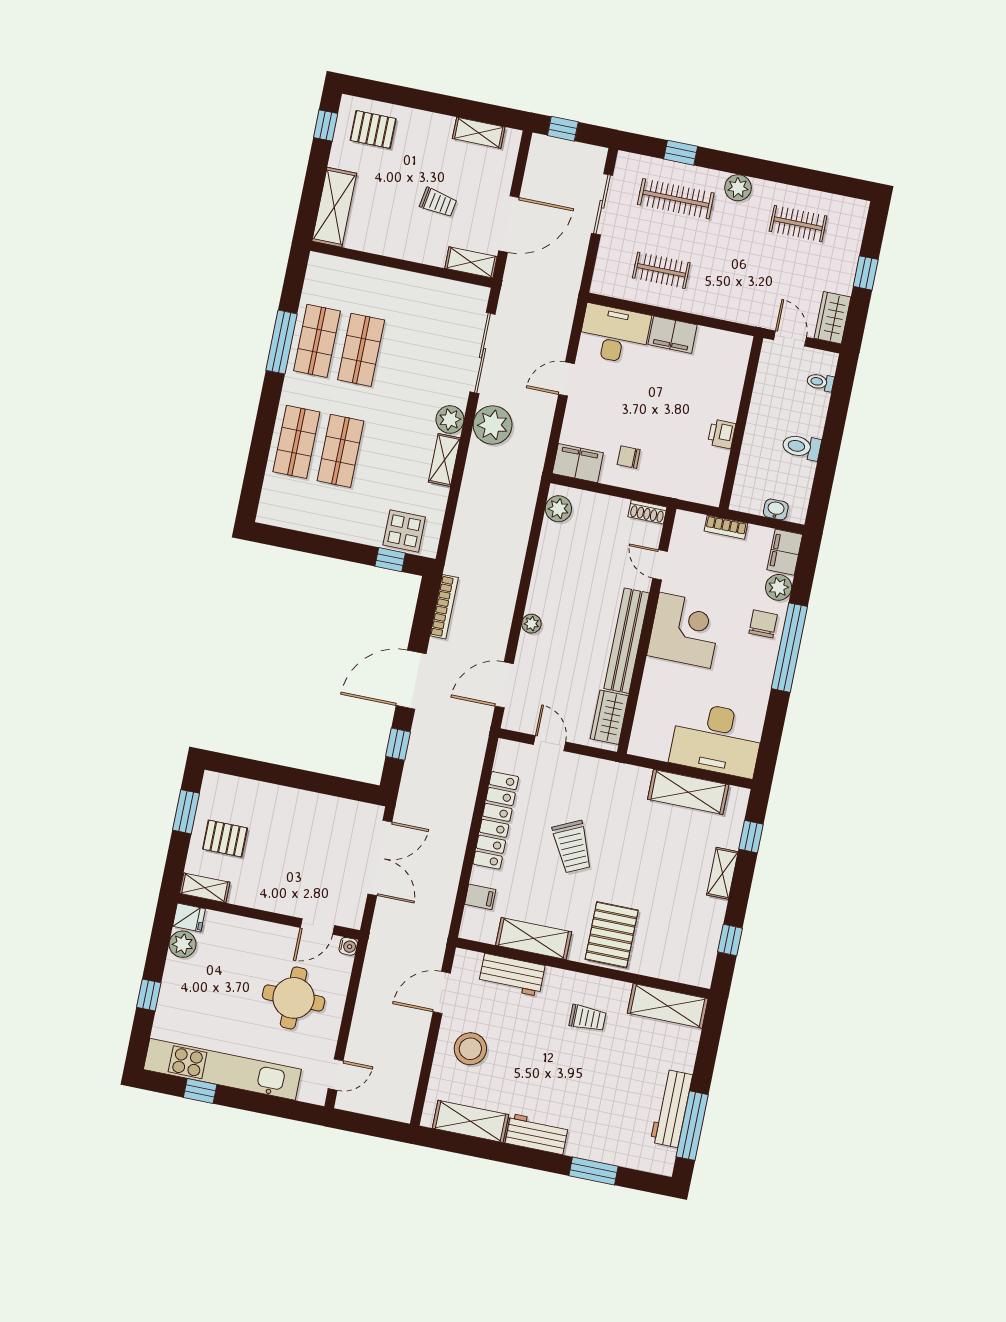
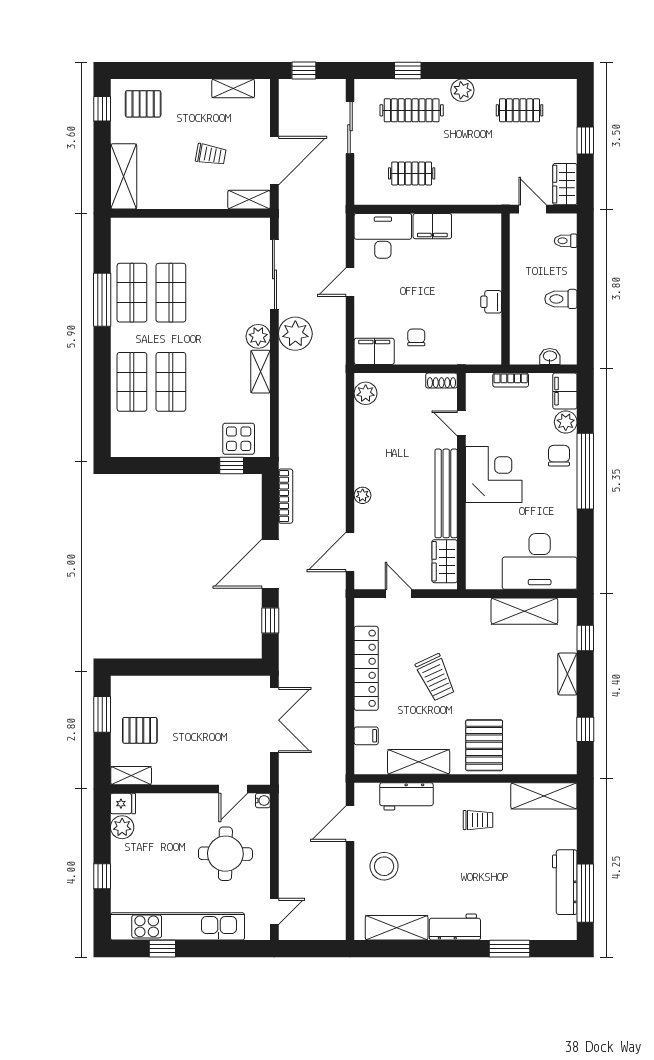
chair: (629, 457) -> (416, 337), turned 90

